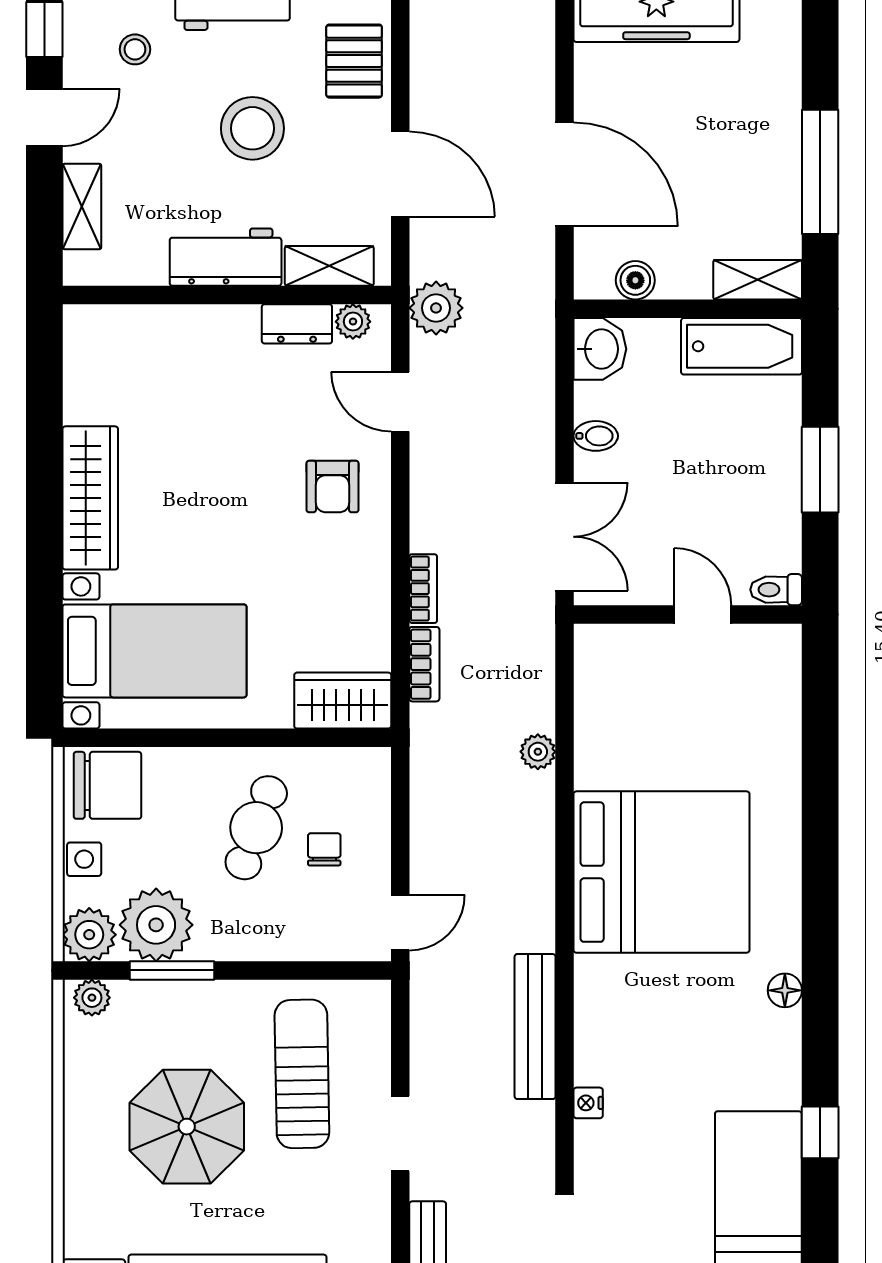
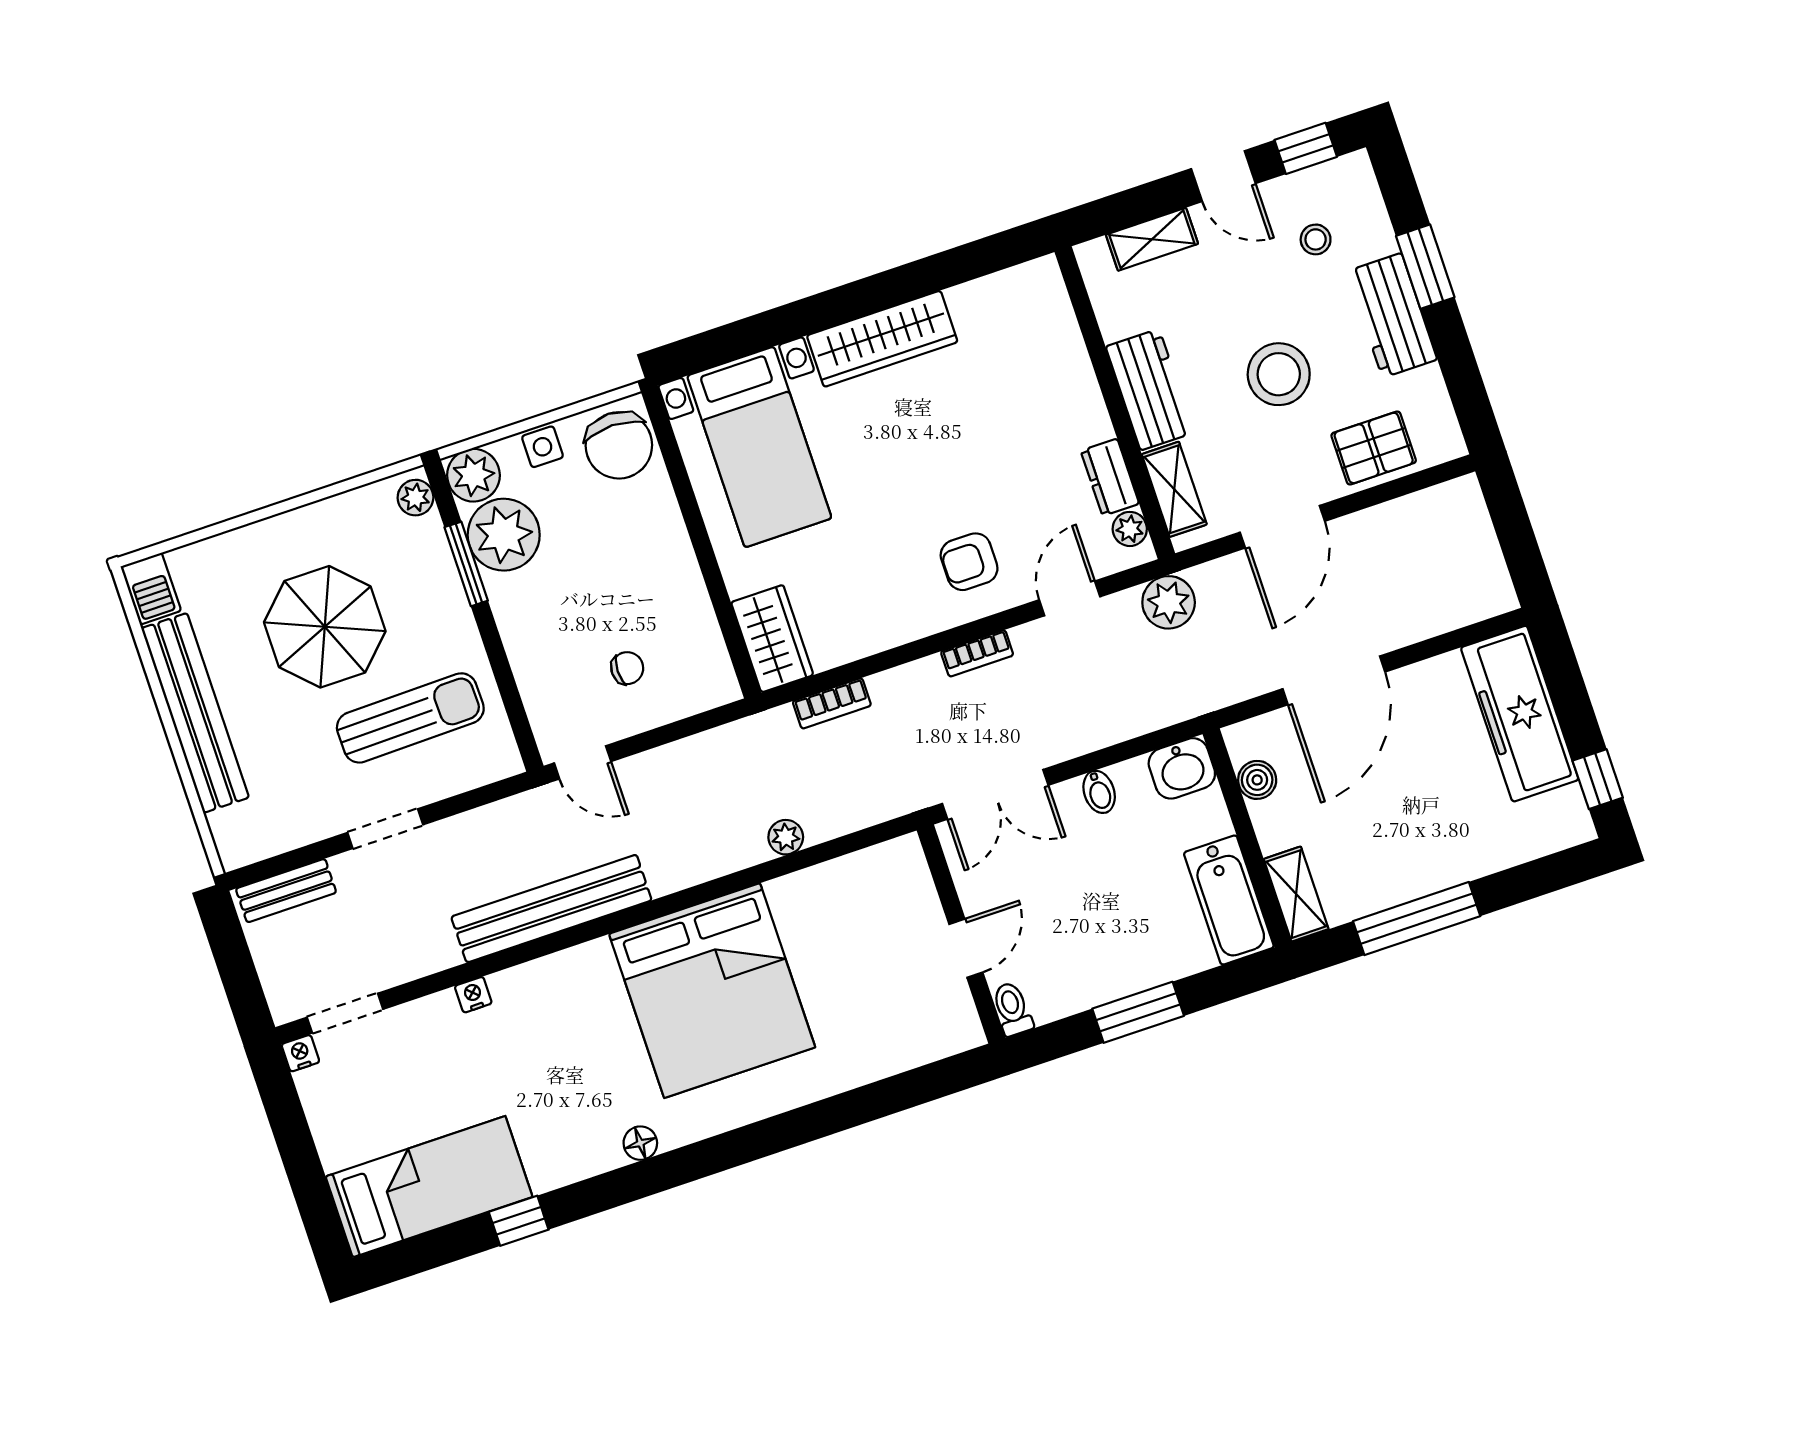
bookcase: (423, 589) -> (977, 653), moved
cafe table: (256, 828) -> (626, 598), removed
bench: (535, 1027) -> (551, 909), width x1.37, depth x1.21

